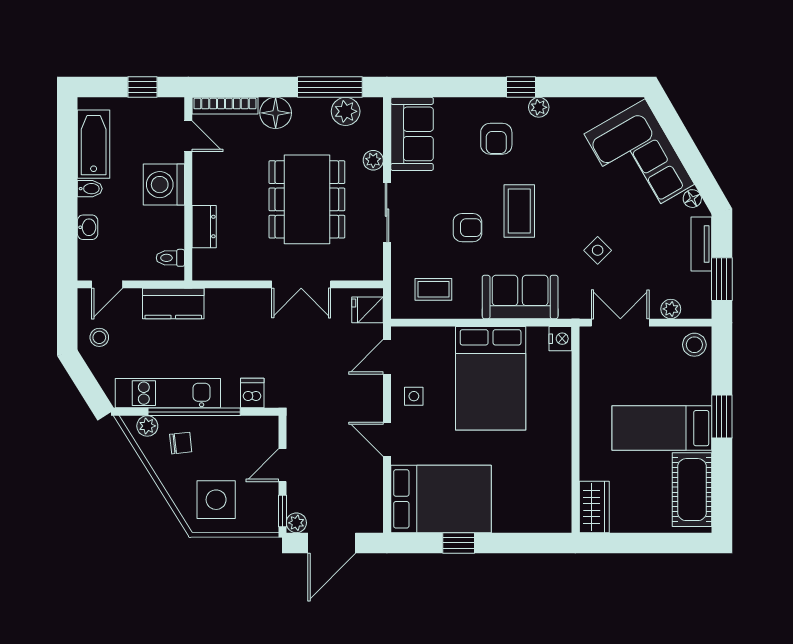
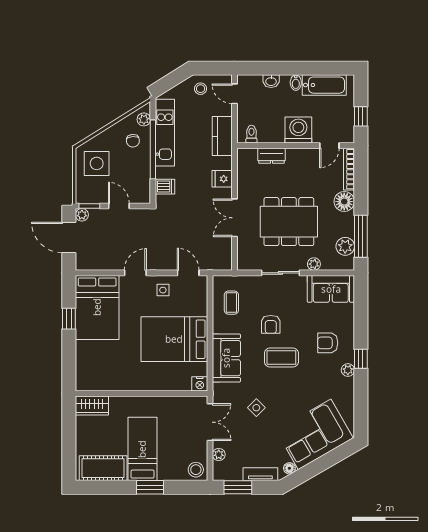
fridge: (368, 310) -> (222, 179), moved, turned -90

